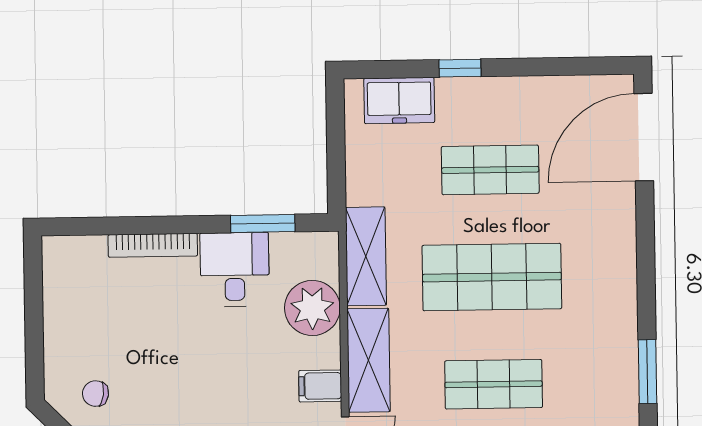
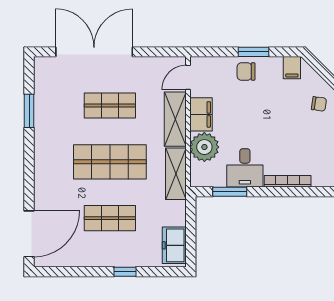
freezer: (399, 100) -> (174, 245), moved, turned -90
filing cabinet: (320, 386) -> (201, 114), width x2.00

